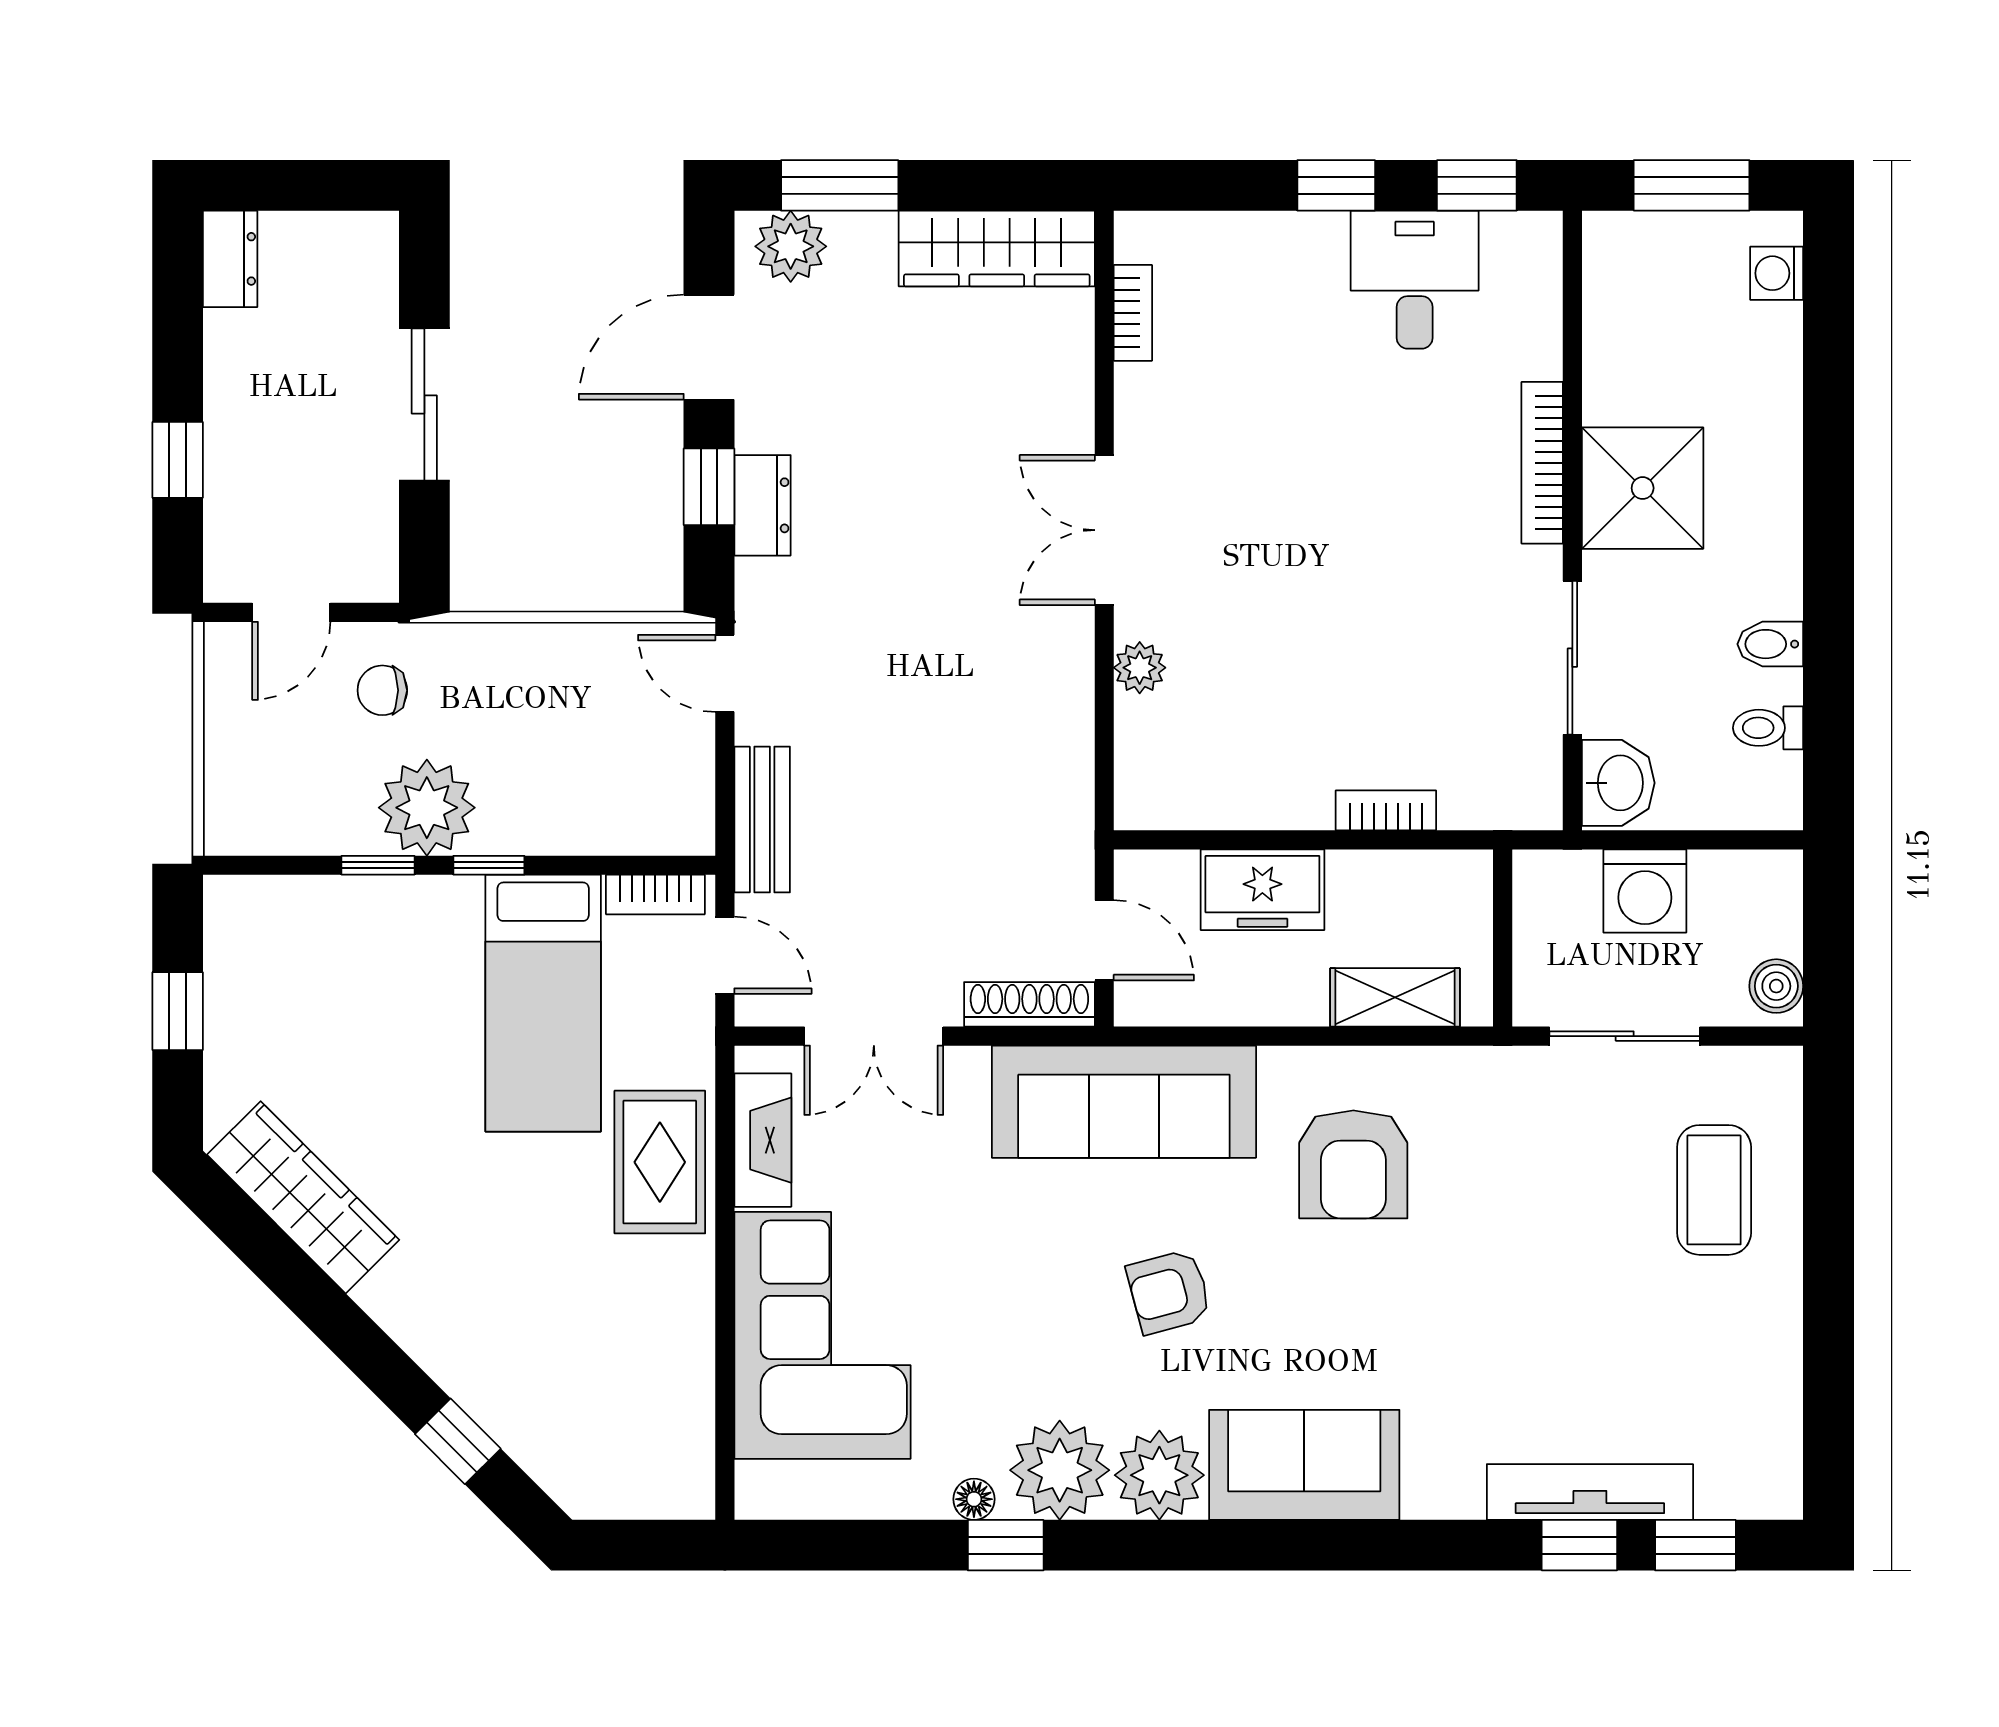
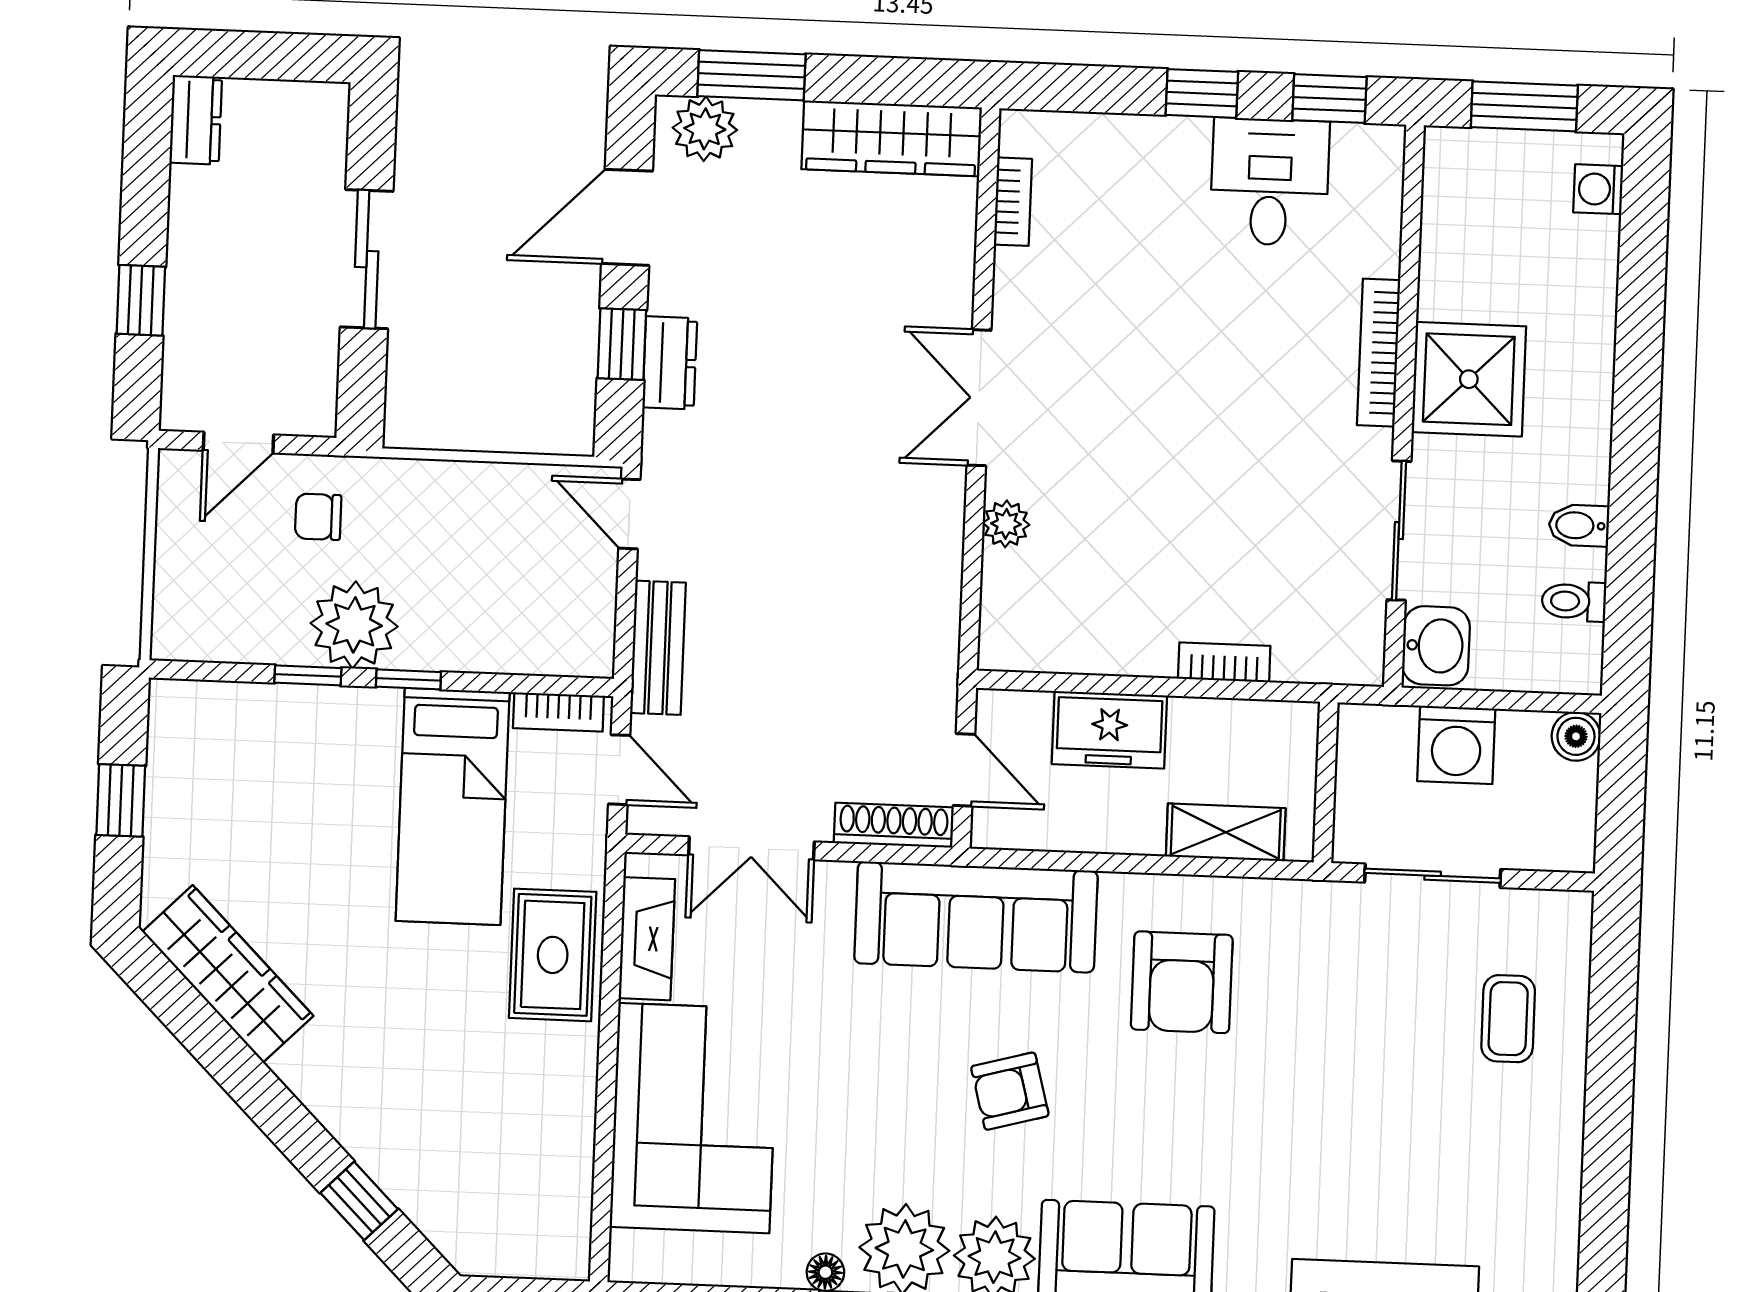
boiler: (1776, 986) -> (1576, 736), moved
coffee table: (1714, 1190) -> (1508, 1019), width x0.73, depth x0.77

